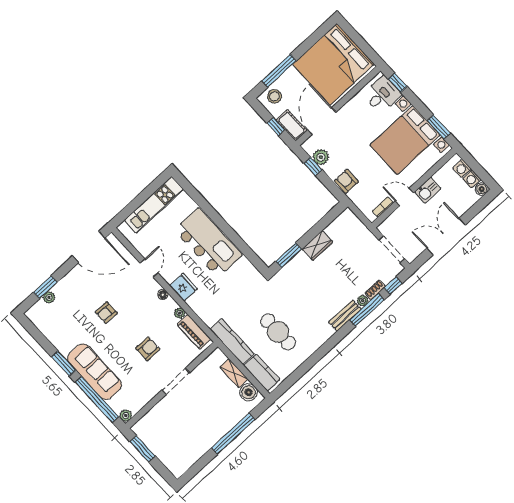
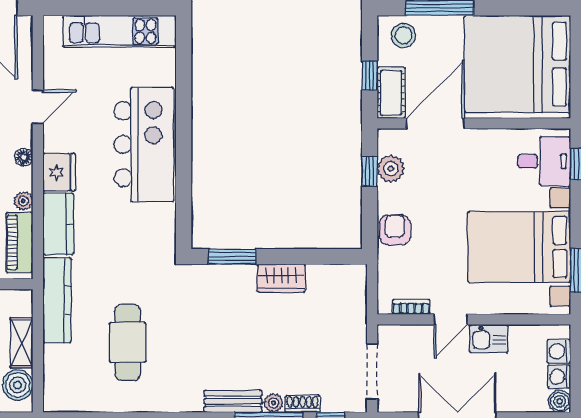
door: (404, 197) -> (451, 319), swing flipped
kitchen counter: (262, 373) -> (58, 224), moved

